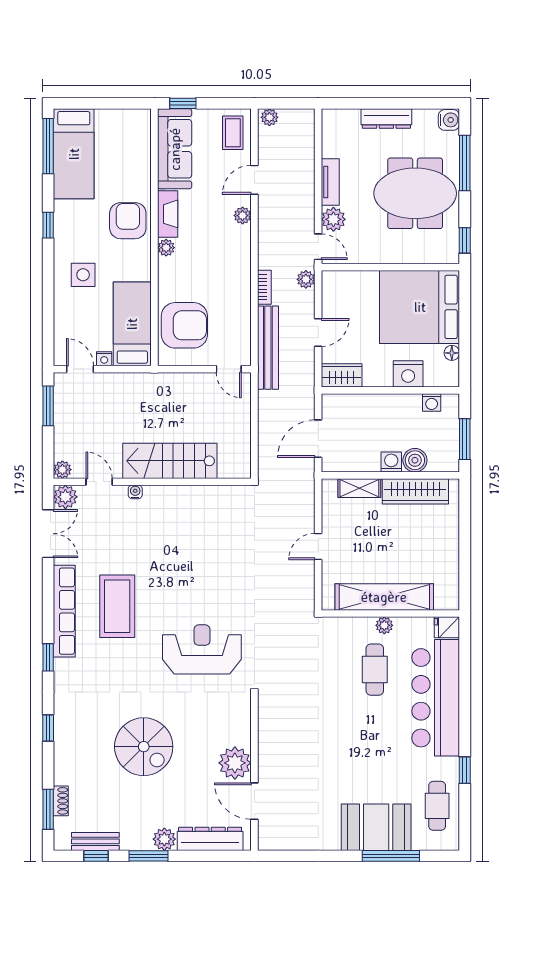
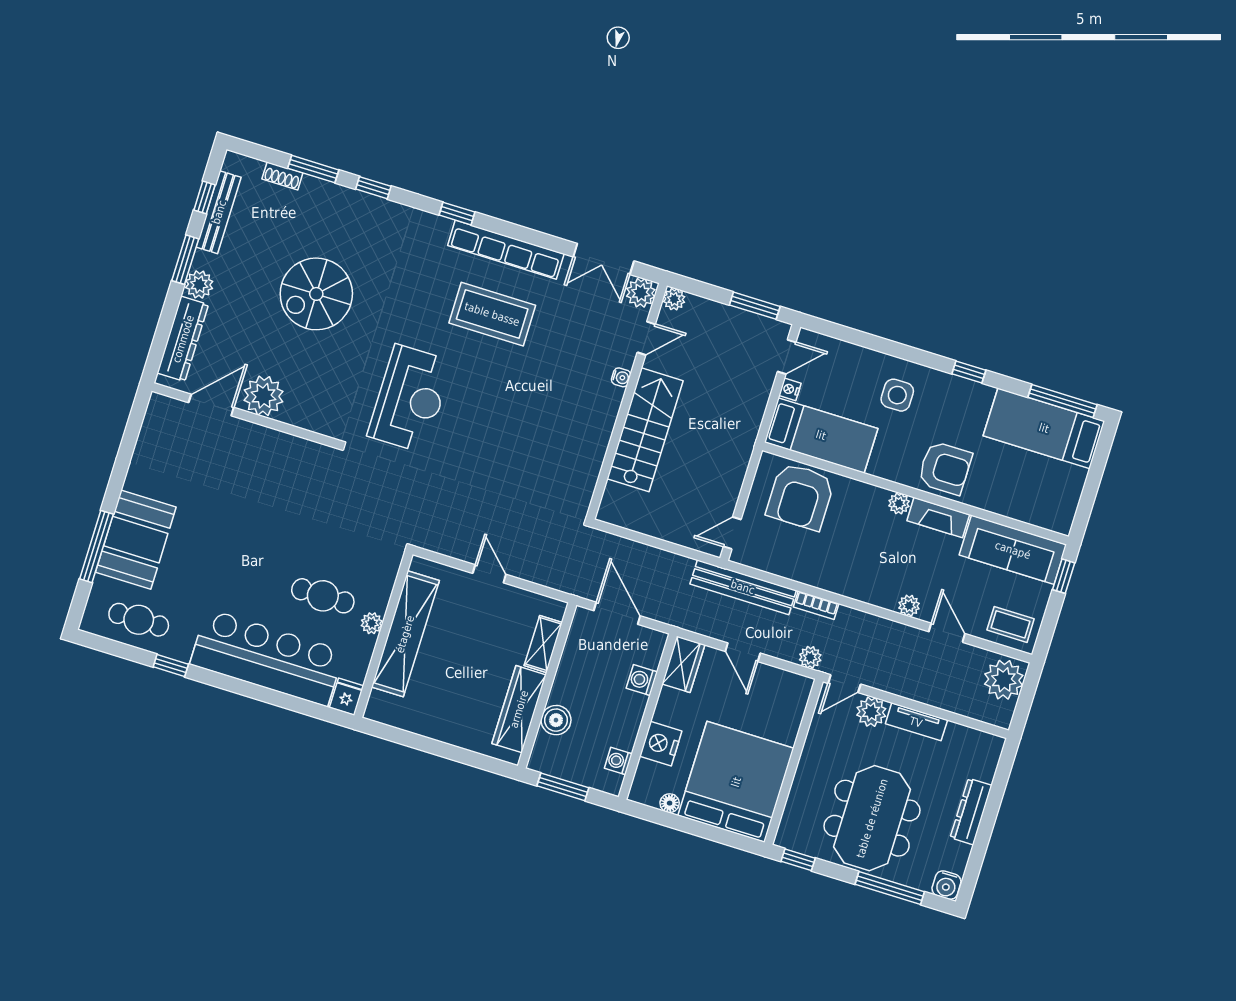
plant: (269, 117) -> (1004, 680), width x1.88, depth x1.88
washing machine: (391, 462) -> (642, 680), moved, turned 180
window: (48, 809) -> (313, 169), moved
bench: (95, 841) -> (219, 212), width x1.36

